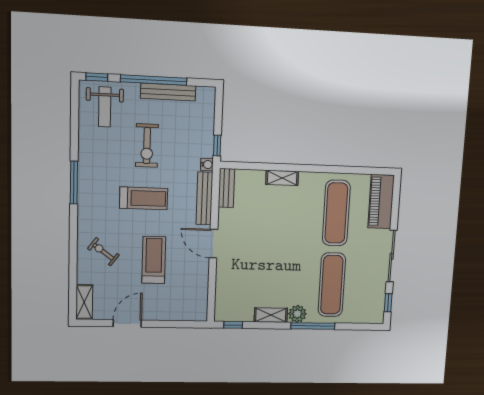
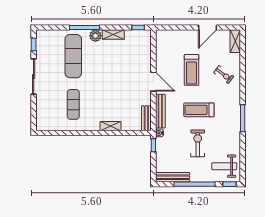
bench: (168, 92) -> (173, 177), moved
weight bench: (105, 107) -> (224, 166), turned -90
piano: (381, 202) -> (44, 113), removed
exercise mat: (336, 213) -> (73, 104), width x0.73, depth x0.69

